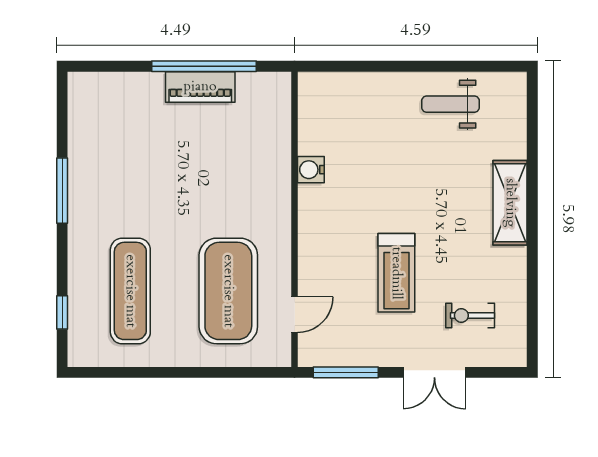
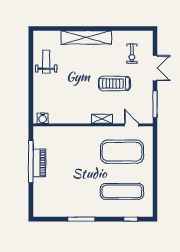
weight bench: (450, 104) -> (46, 62), turned 180
water cooler: (311, 170) -> (43, 118), moved
shelving: (510, 203) -> (86, 37), width x1.47
shelving: (309, 241) -> (102, 119), added
treadmill: (396, 273) -> (115, 84), turned 180

